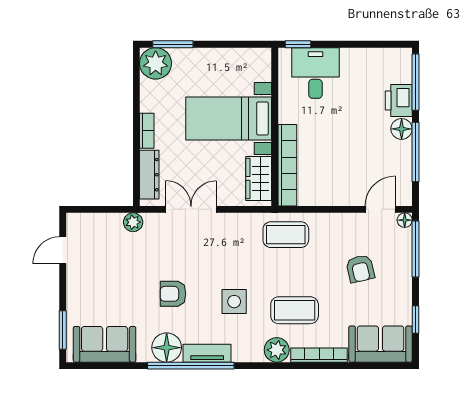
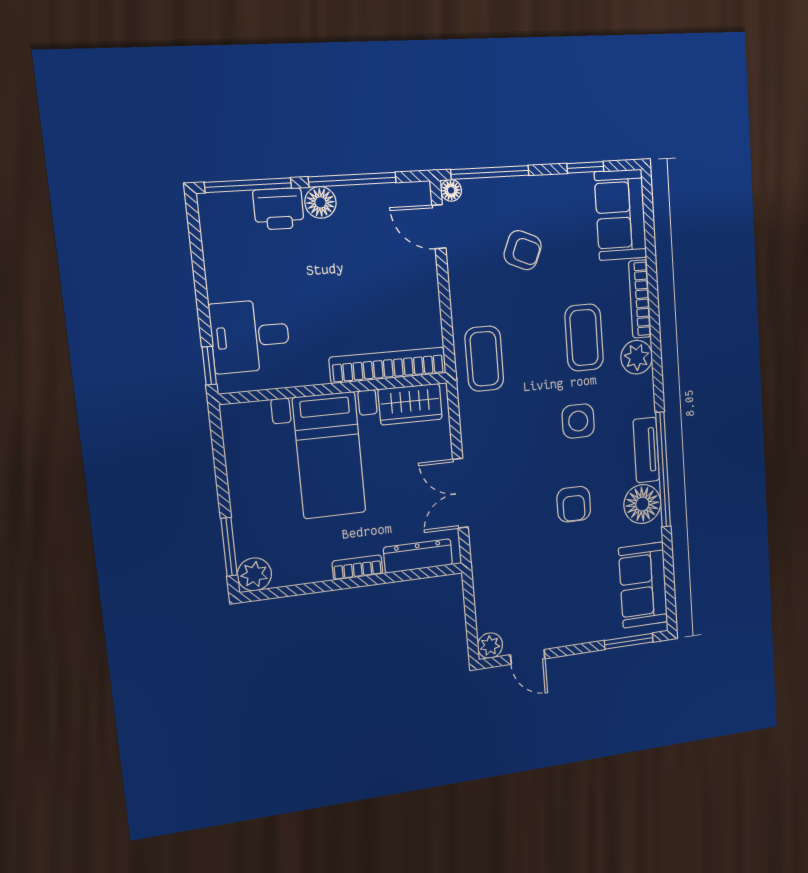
plant: (156, 63) -> (254, 574), width x0.73, depth x0.73
plant: (133, 222) -> (490, 646), moved
armchair: (360, 269) -> (523, 250), turned 36

